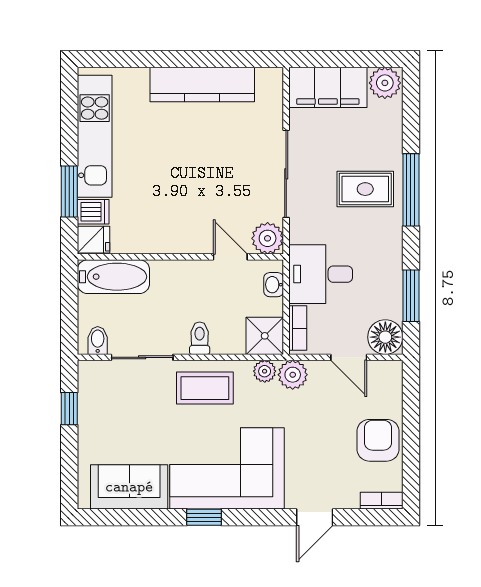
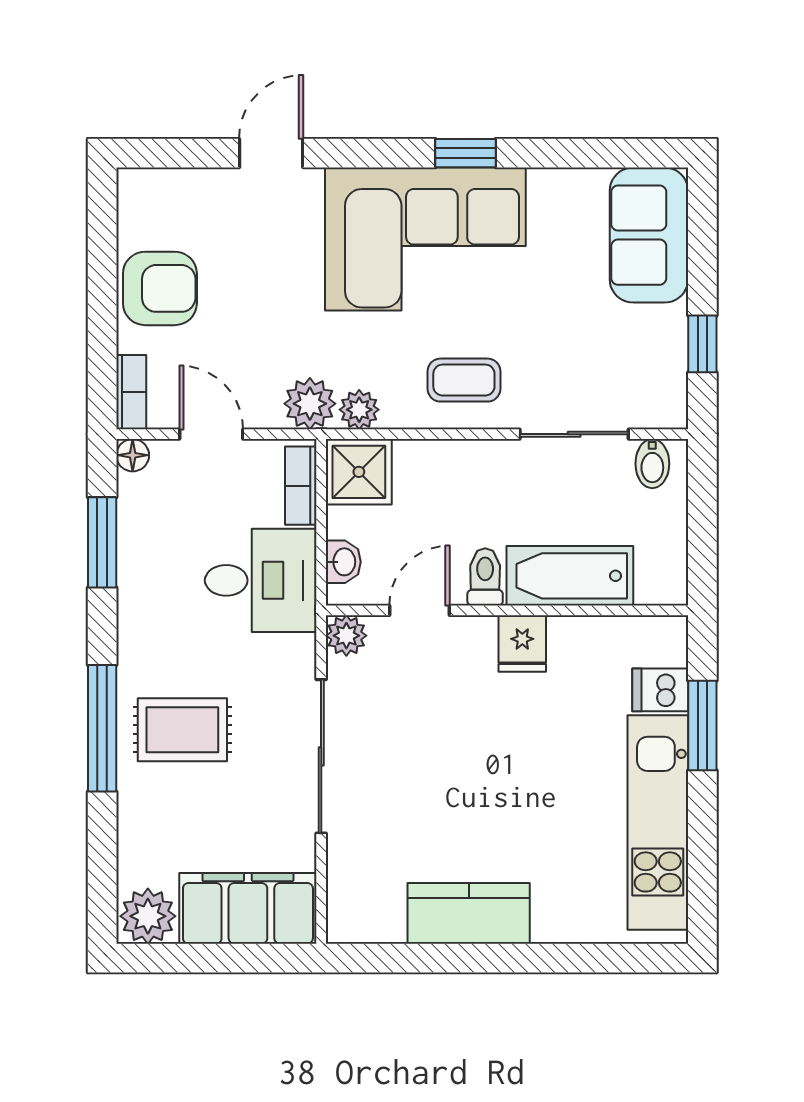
kitchen counter: (202, 84) -> (469, 913), width x0.67
plant: (268, 238) -> (346, 636), width x0.73, depth x0.73
fridge: (93, 240) -> (522, 643), moved, turned -90
door: (230, 257) -> (420, 610), swing flipped
bathtub: (113, 277) -> (570, 576), moved
floor lamp: (385, 337) -> (133, 455), width x0.53, depth x0.53
toilet: (200, 338) -> (485, 577), moved, turned 180
coffee table: (205, 388) -> (464, 380), width x0.73, depth x0.77
armchair: (378, 440) -> (160, 288), turned -90
sofa: (129, 487) -> (649, 235), moved, turned 90
bookcase: (382, 501) -> (131, 392), moved, turned -90

